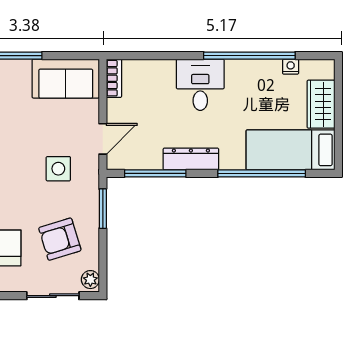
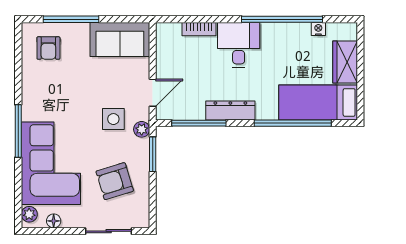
bookcase: (114, 78) -> (199, 29), moved, turned 90
plant: (90, 280) -> (142, 129), moved

